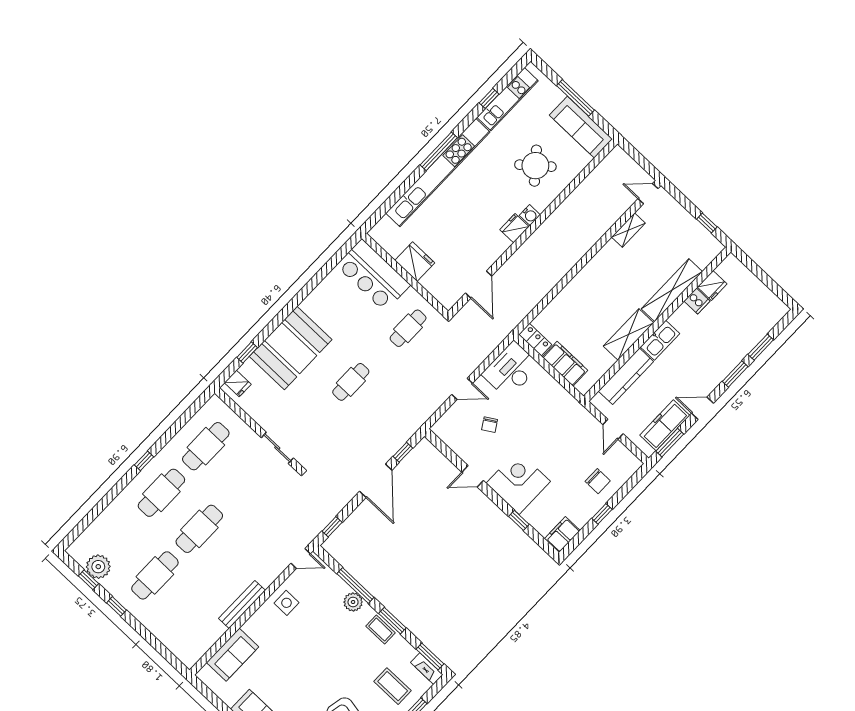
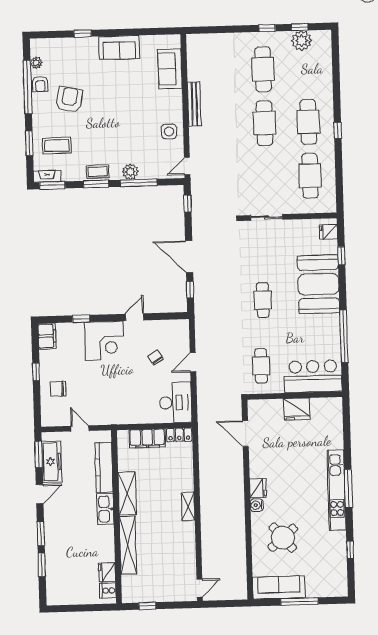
kitchen unit: (508, 99) -> (339, 560), removed
kitchen unit: (438, 173) -> (337, 490), width x0.73
shelving: (628, 230) -> (188, 506), moved
window: (313, 283) -> (344, 336), added
cooker: (697, 301) -> (108, 591), moved

